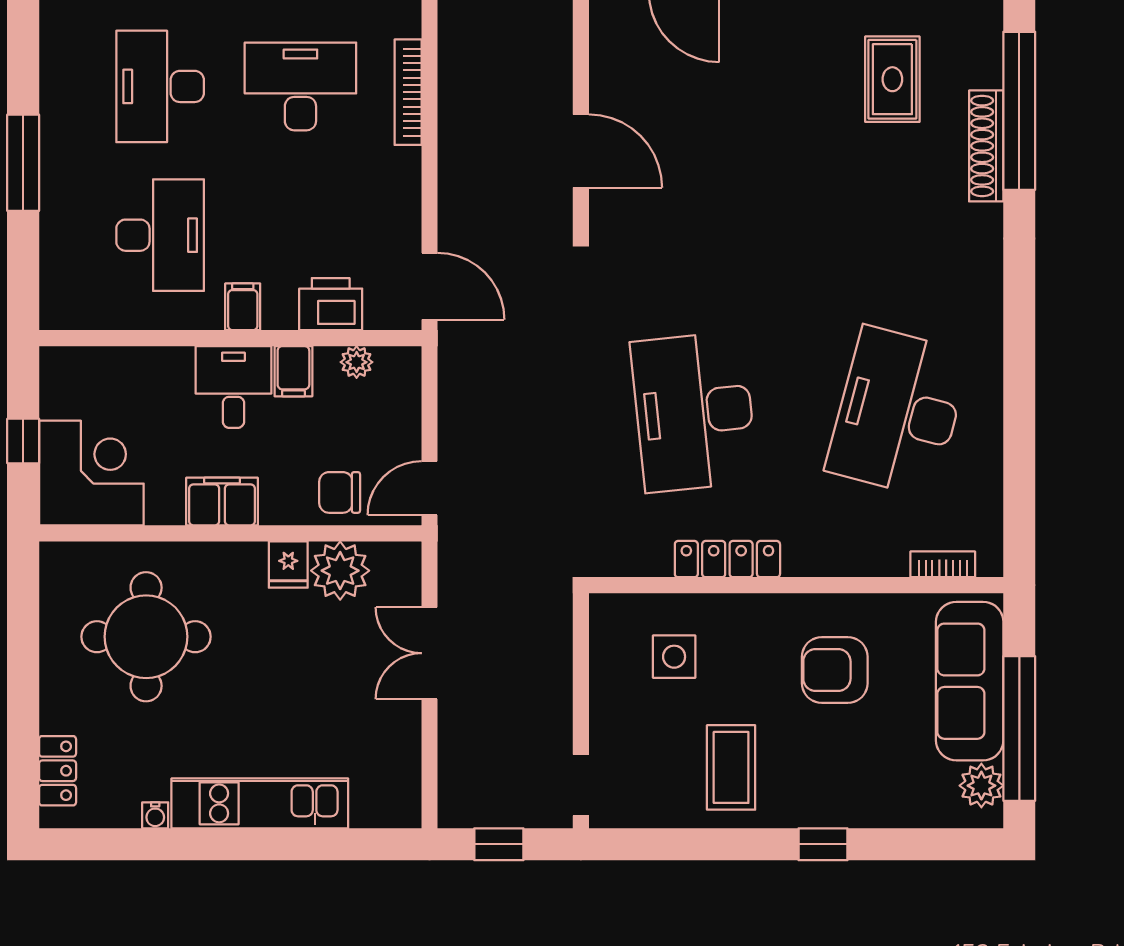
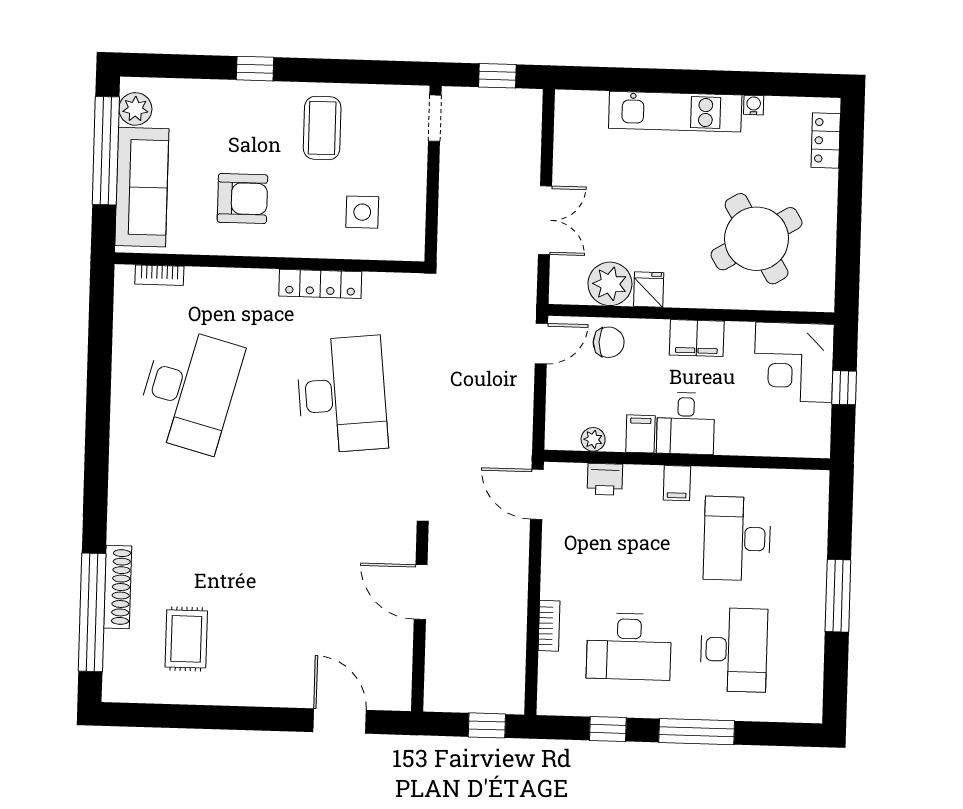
bookcase: (408, 92) -> (549, 626), width x0.64
printer: (331, 304) -> (605, 479), width x0.73, depth x0.81
round table: (146, 637) -> (757, 239), turned -31

